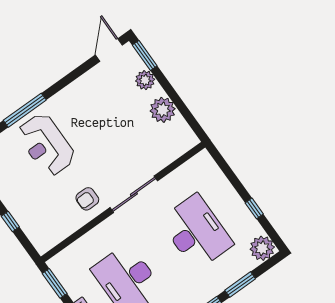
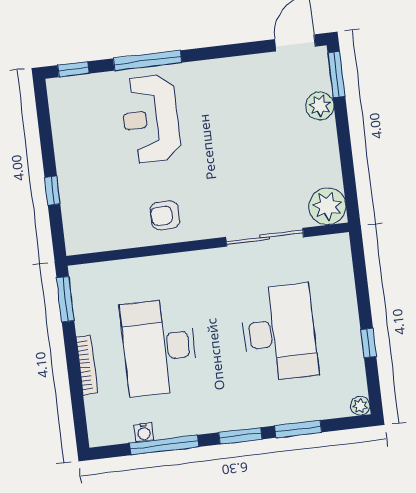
plant: (163, 110) -> (327, 206), moved
sliding door: (134, 194) -> (265, 237), moved
plant: (262, 248) -> (360, 406), width x0.53, depth x0.53

